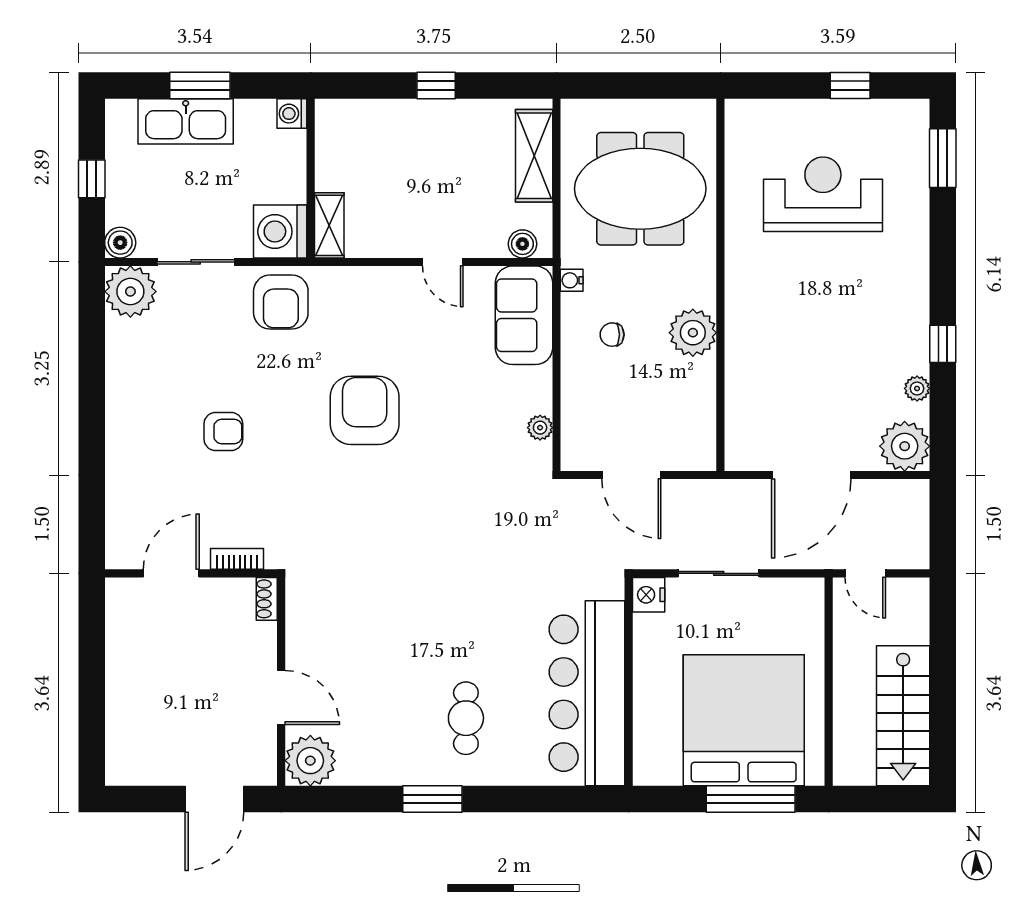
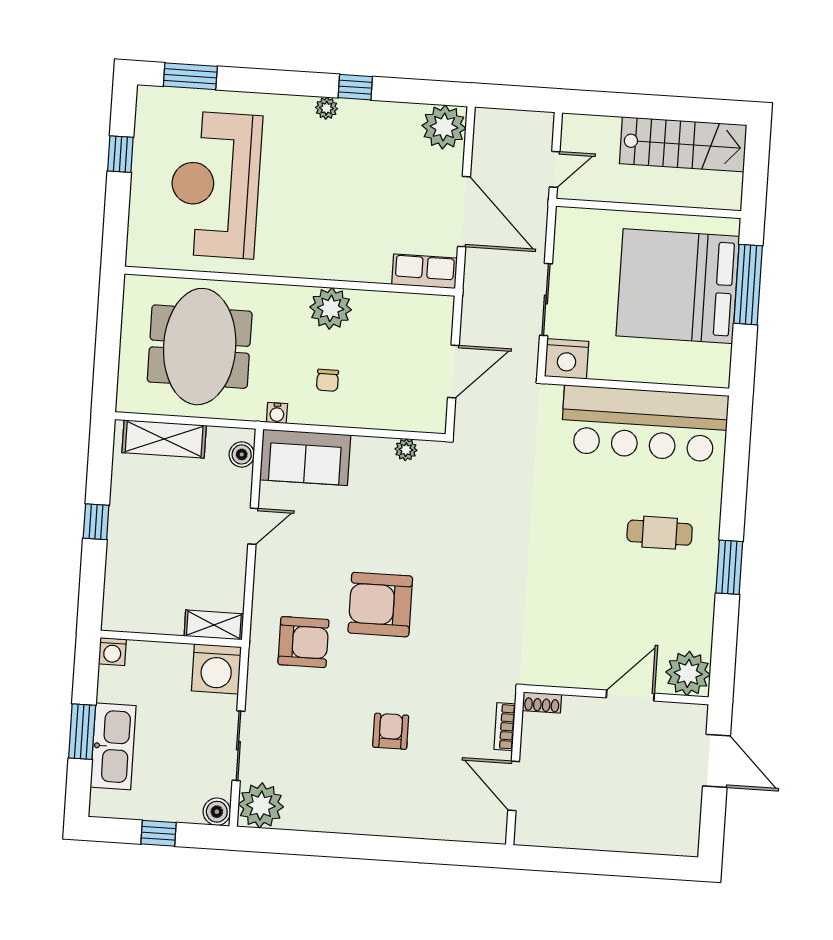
reception desk: (823, 194) -> (215, 185), width x1.36, depth x1.30
armchair: (281, 302) -> (303, 642), moved
plant: (917, 388) -> (326, 108), moved
row of seats: (742, 435) -> (425, 271), added
nightstand: (649, 595) -> (567, 359), width x1.36, depth x1.33

